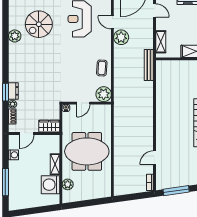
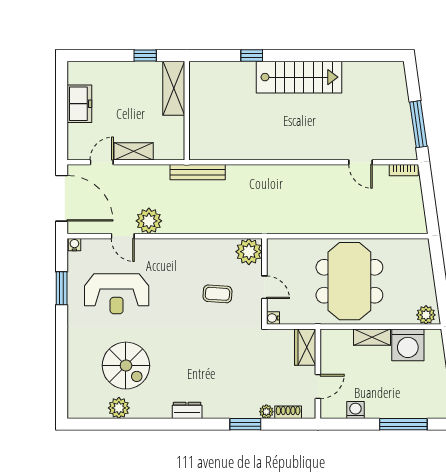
door: (112, 22) -> (123, 236), hinge flipped
plant: (15, 36) -> (119, 408), moved
shelving: (161, 42) -> (134, 151), moved
coffee table: (102, 68) -> (217, 294), moved
dresser: (13, 91) -> (187, 410), moved
door: (27, 133) -> (318, 386), hinge flipped
plant: (68, 184) -> (426, 315), moved

